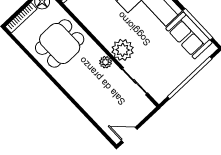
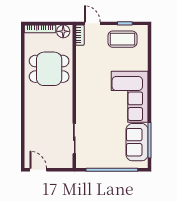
plant: (123, 50) -> (86, 111), removed
plant: (106, 62) -> (67, 109), removed

